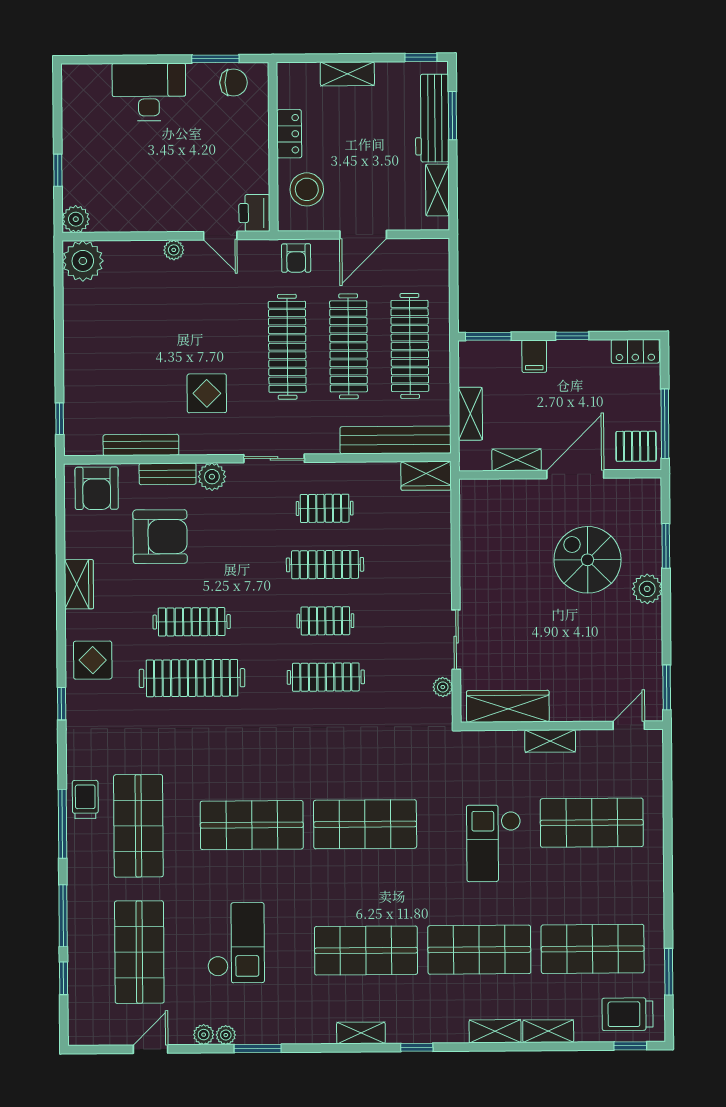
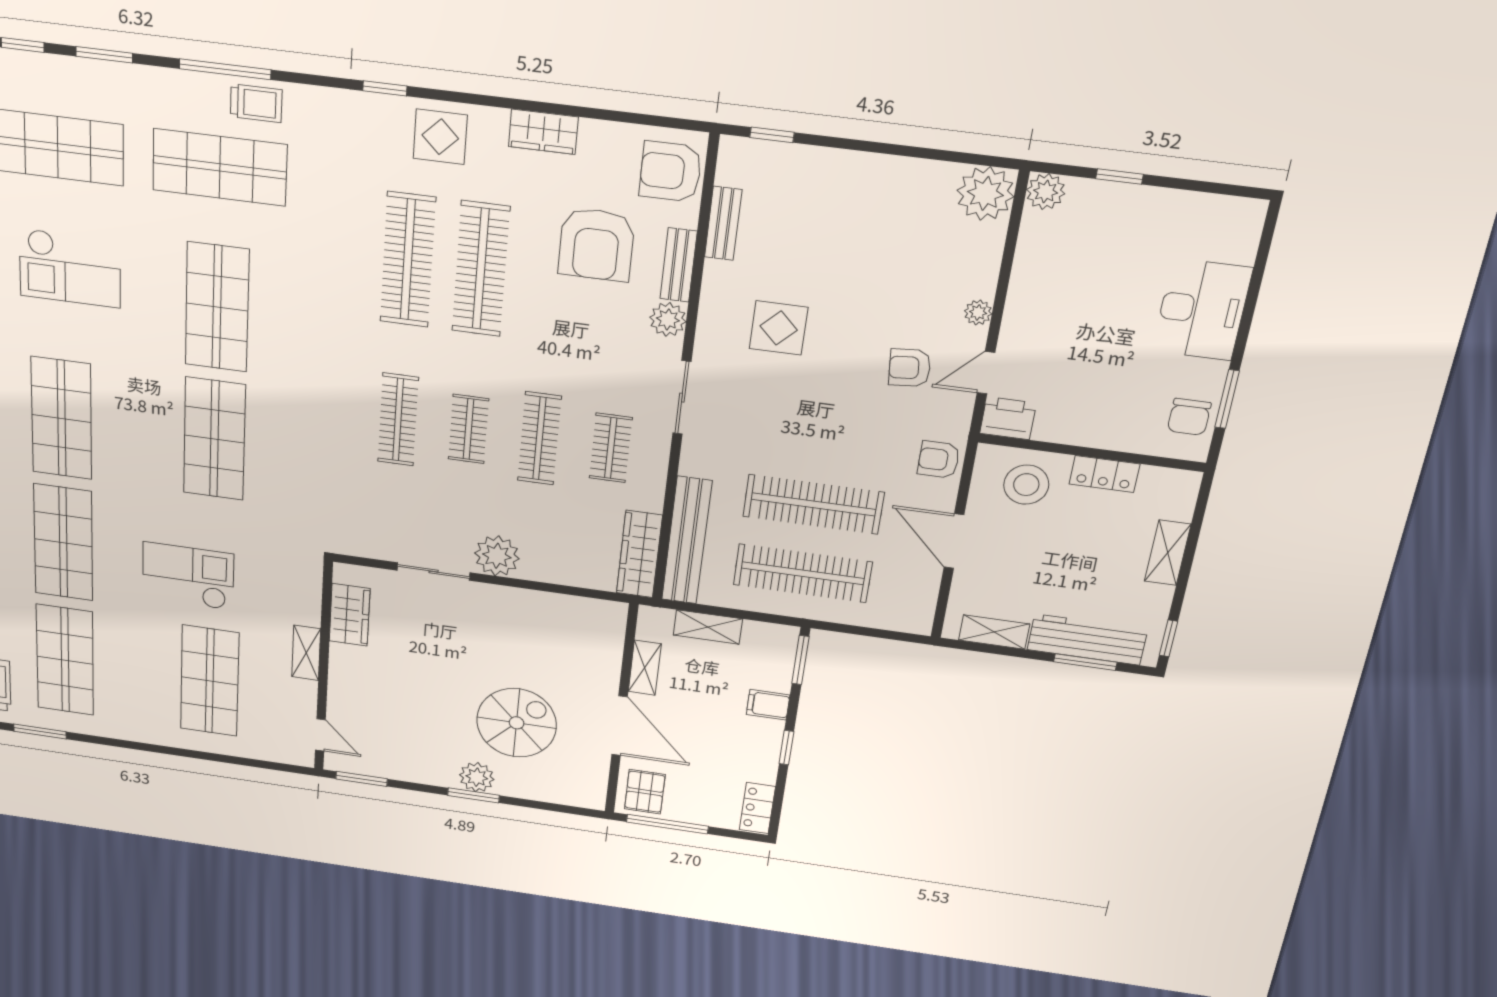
armchair: (224, 292) -> (910, 368), added
clothes rail: (287, 347) -> (825, 433), removed
bench: (141, 445) -> (723, 223), width x0.73
wardrobe: (426, 476) -> (639, 554), width x1.50
window: (666, 546) -> (473, 795), moved
clothes rail: (192, 622) -> (481, 269), width x1.37, depth x1.31
plant: (443, 687) -> (497, 556), moved, width x1.88, depth x1.88
wardrobe: (508, 706) -> (350, 615), width x0.67
window: (63, 916) -> (104, 55), width x0.69

